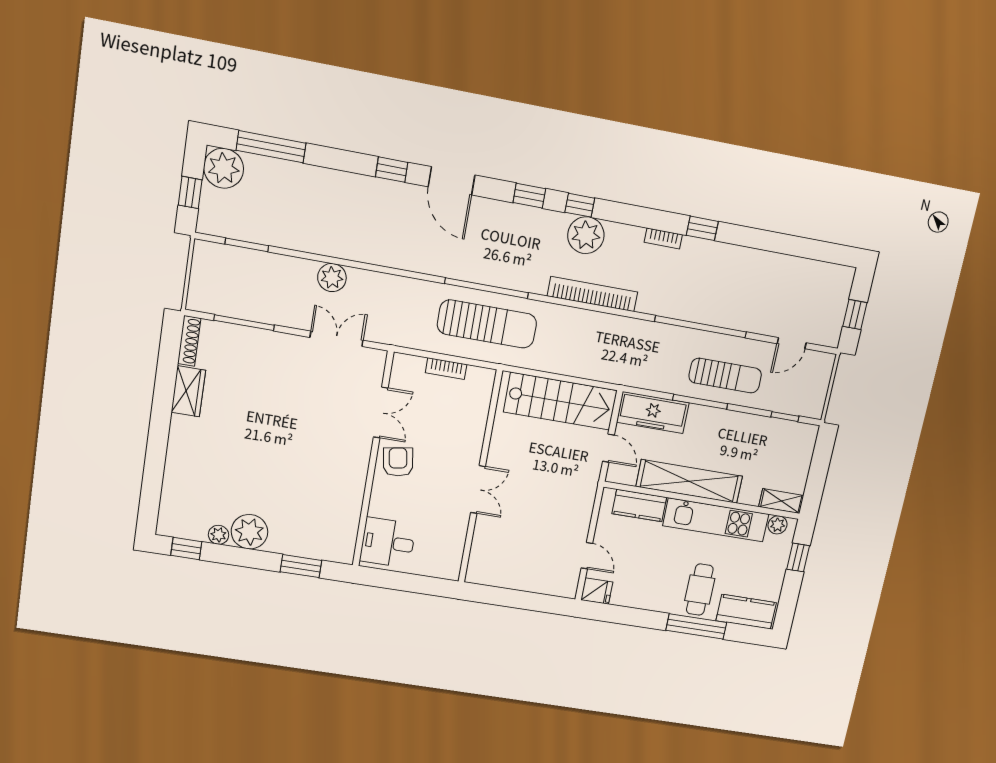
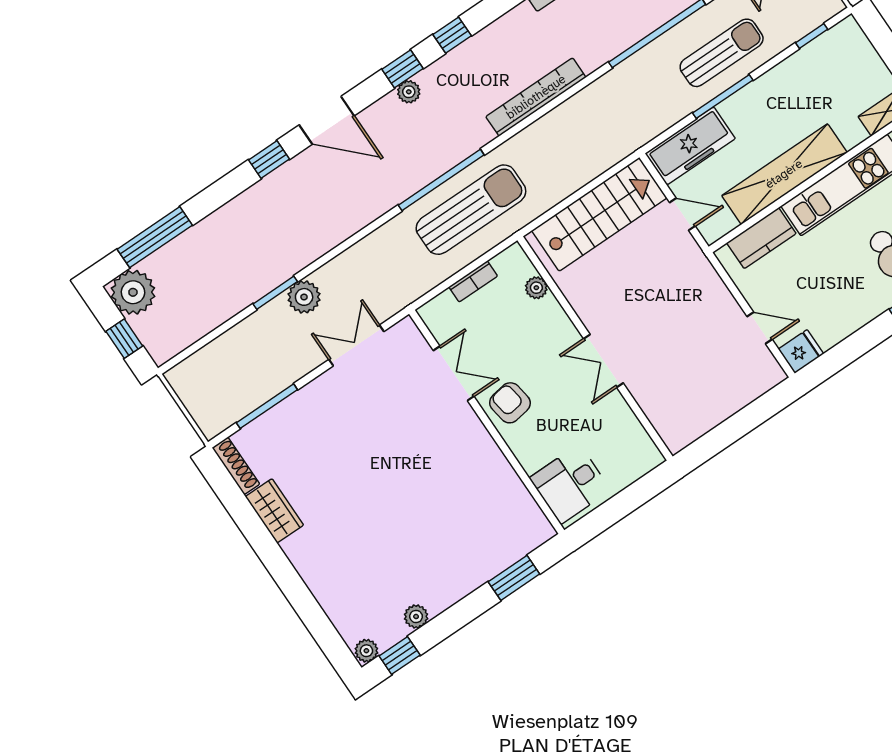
plant: (586, 235) -> (409, 92), moved, width x0.53, depth x0.53
window: (247, 245) -> (275, 293), moved
plant: (480, 409) -> (536, 288), added
double door: (478, 490) -> (603, 361), swing flipped
plant: (249, 532) -> (366, 651), moved, width x0.53, depth x0.53

